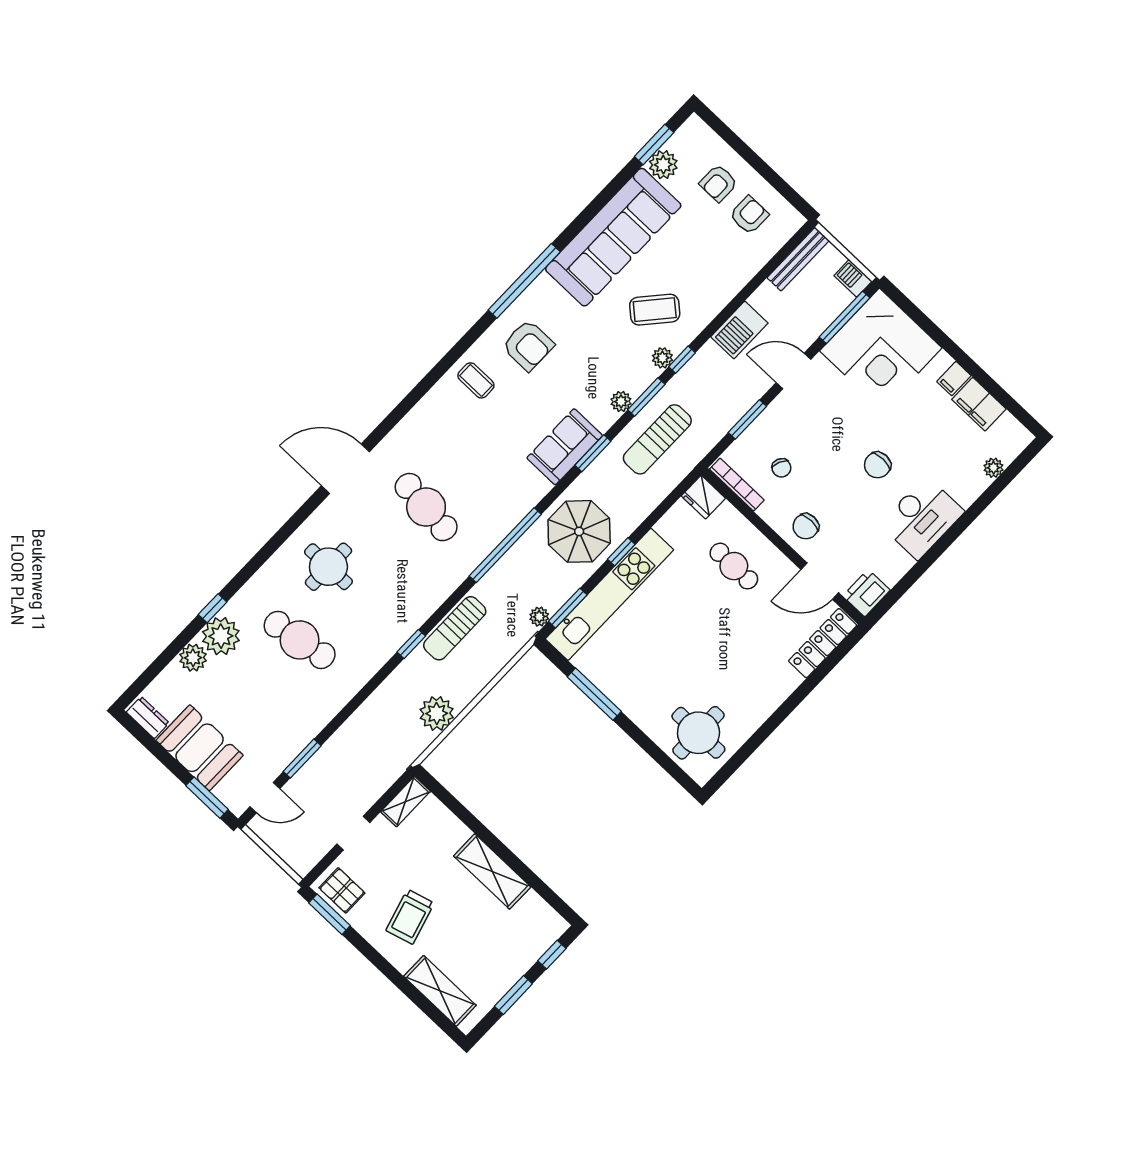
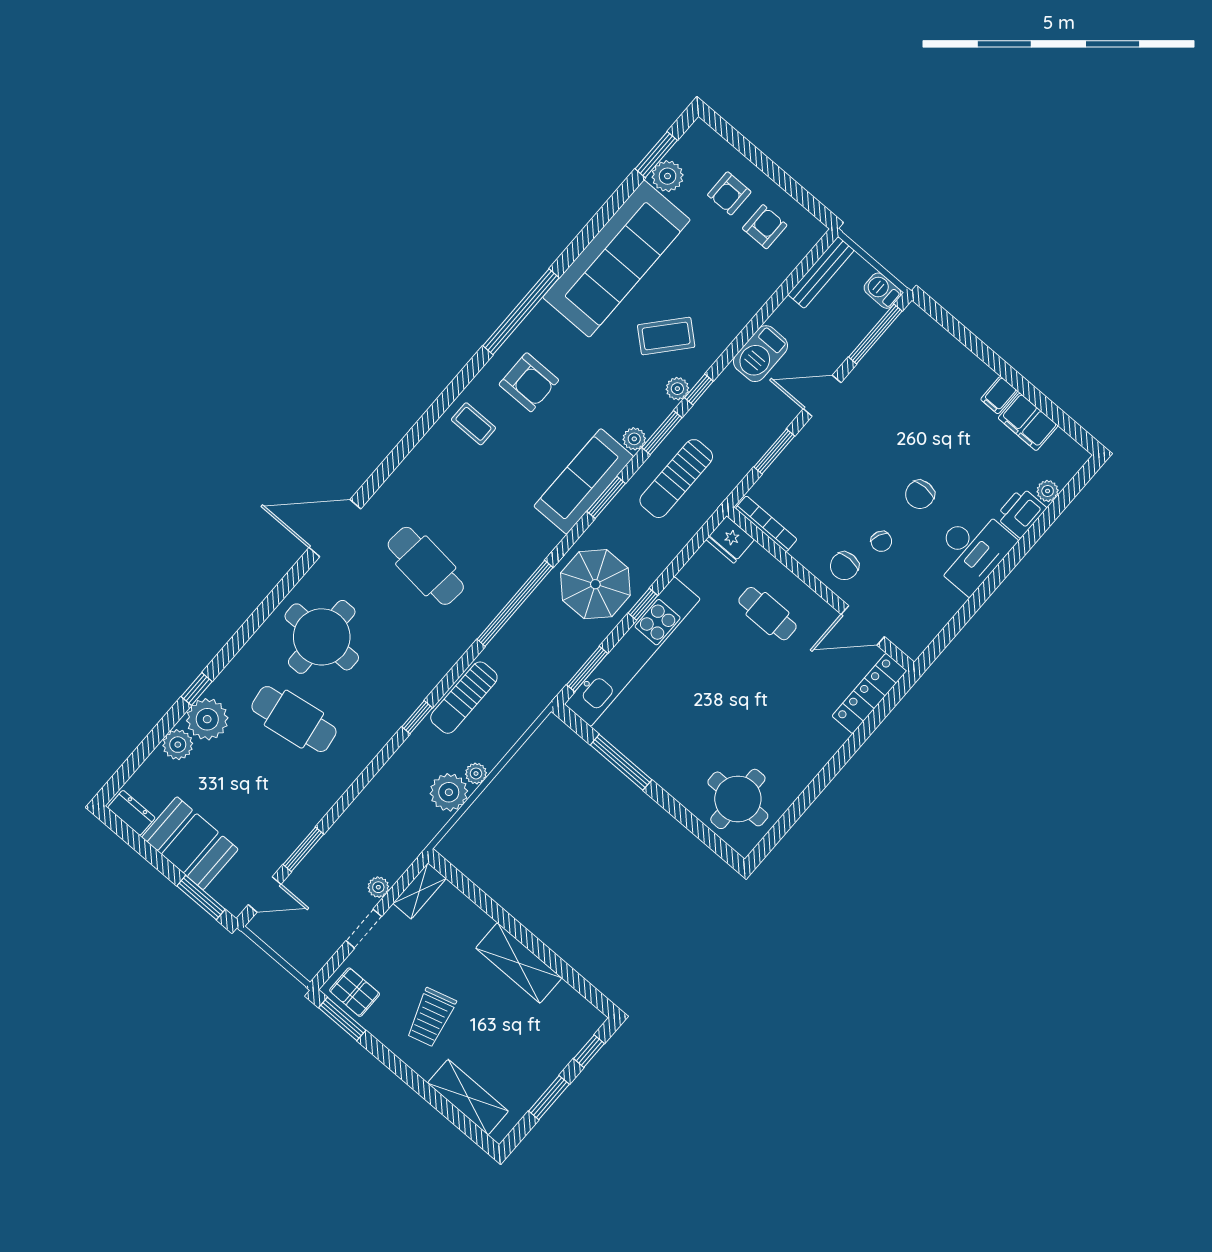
corner desk: (881, 349) -> (917, 367), removed
sofa: (565, 447) -> (584, 481), width x1.36
chair: (781, 468) -> (881, 541), moved
round table: (328, 567) -> (322, 637), width x1.36, depth x1.36
printer: (866, 593) -> (1021, 512), moved
plant: (539, 617) -> (476, 773), moved
plant: (368, 796) -> (378, 887), added

